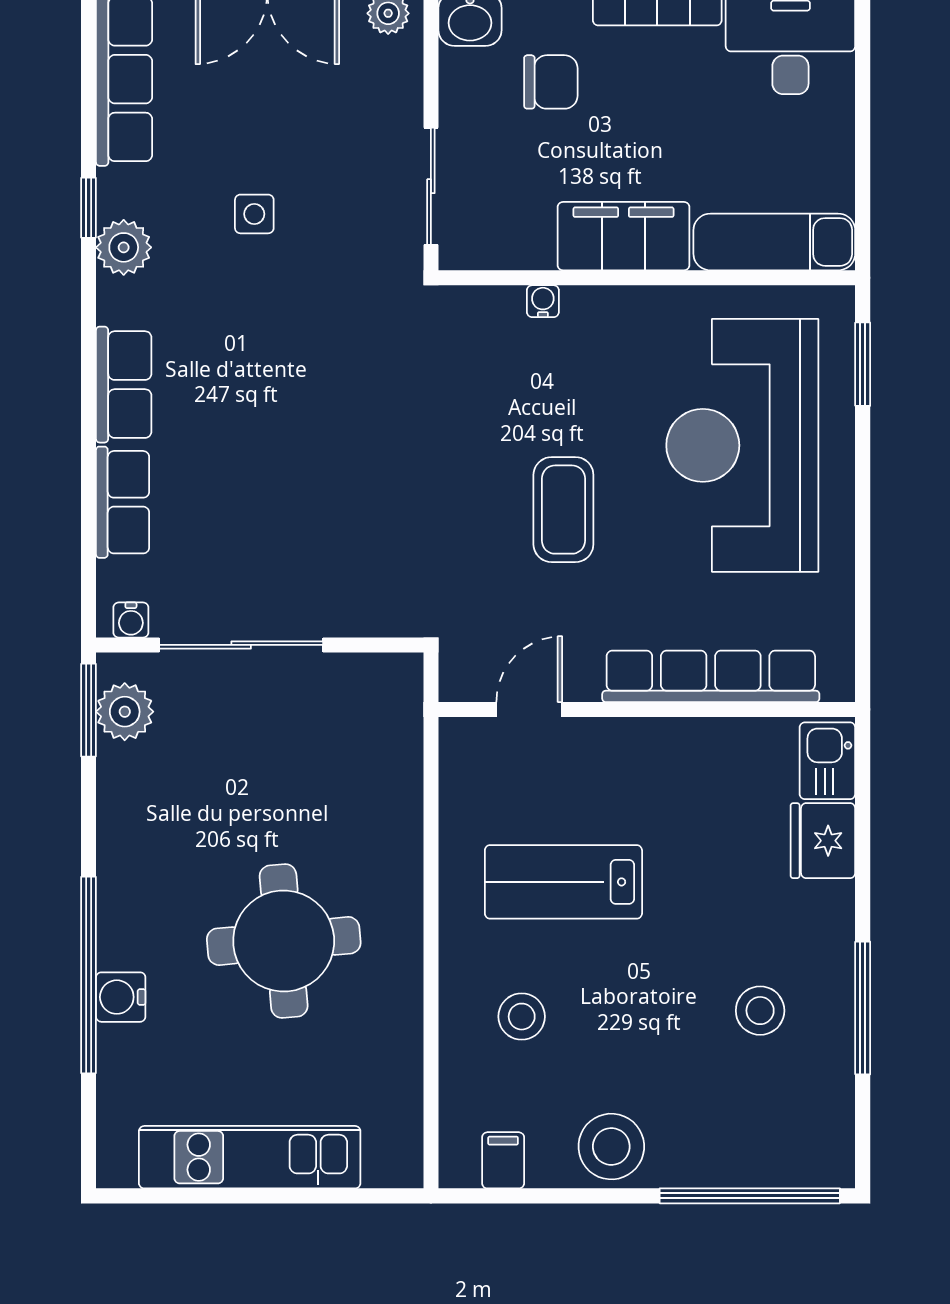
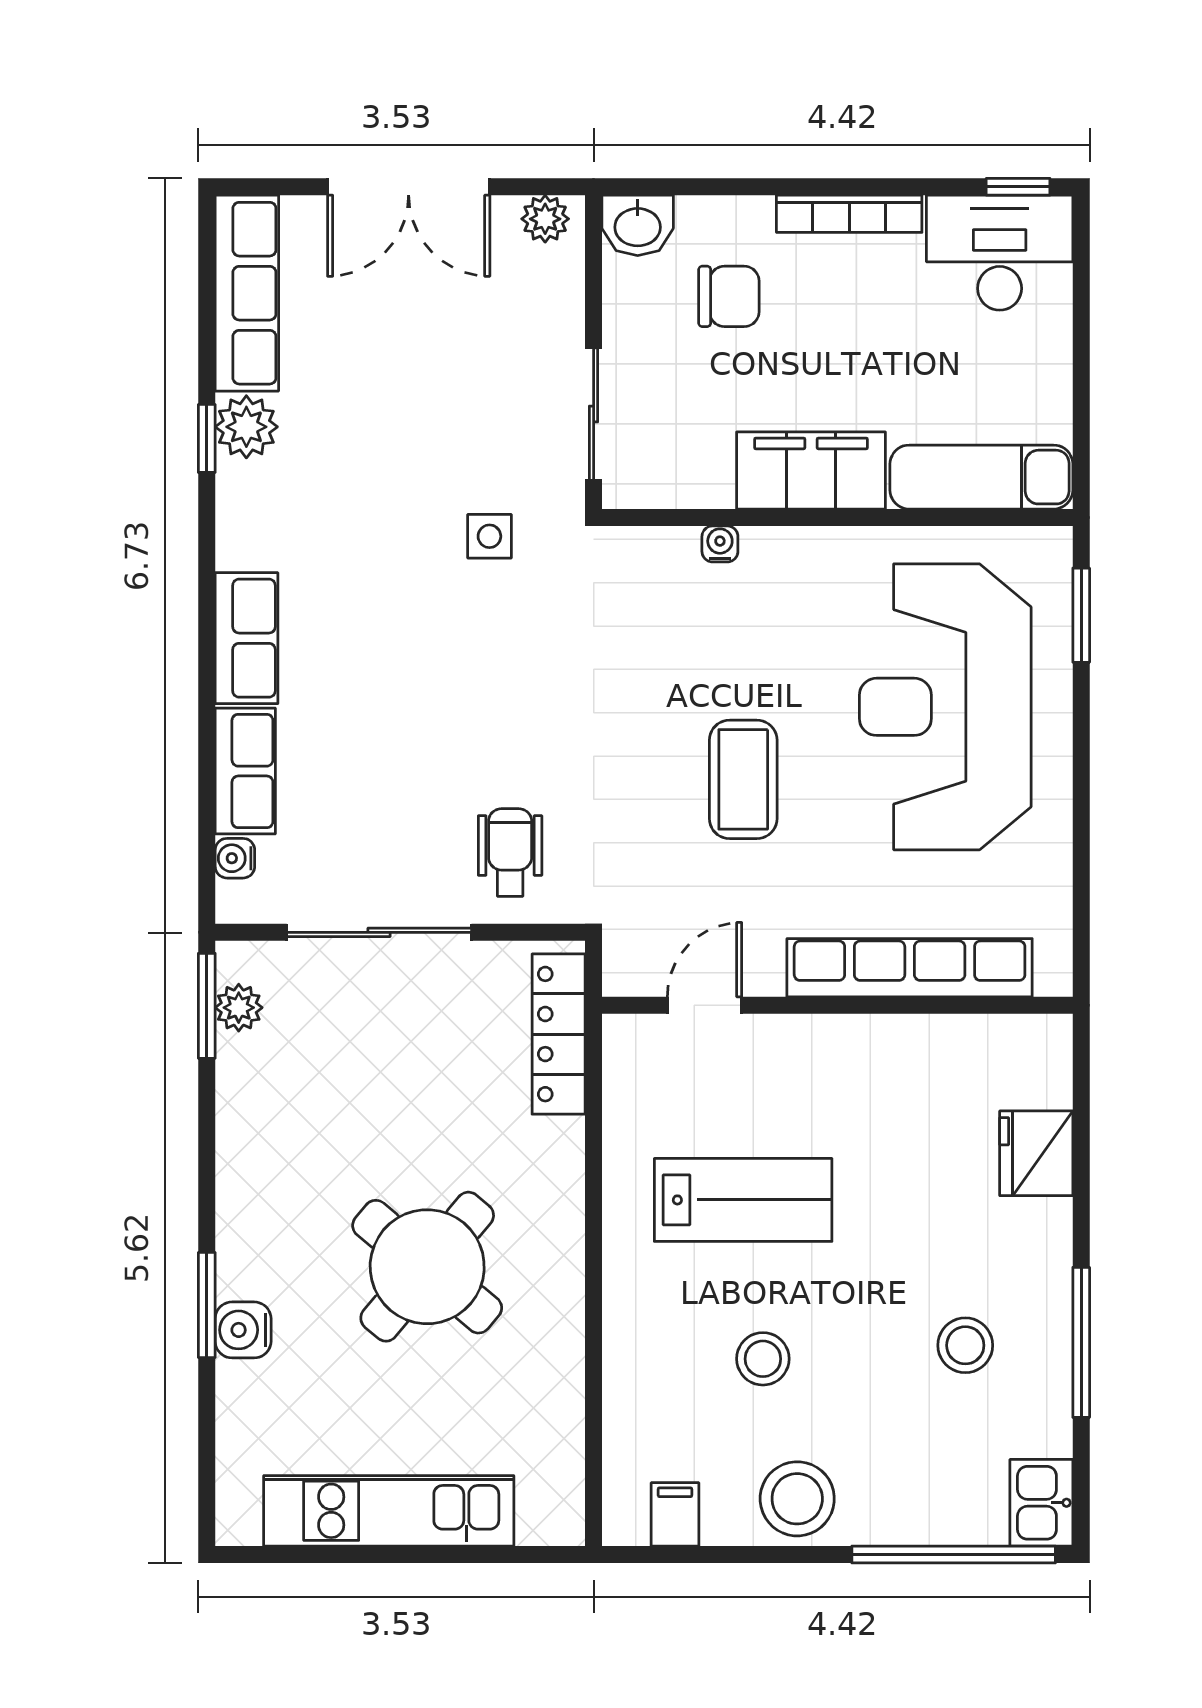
side table: (254, 214) -> (489, 536), moved
plant: (124, 247) -> (246, 427), moved
wheelchair: (357, 574) -> (510, 852), added
water cooler: (131, 620) -> (235, 858), moved, turned 90
plant: (125, 712) -> (239, 1008), width x0.73, depth x0.73
locker: (400, 735) -> (559, 1034), added
kitchen sink: (827, 761) -> (1041, 1503), moved
lab bench: (563, 882) -> (743, 1200), turned 180
round table: (284, 941) -> (427, 1267), turned 45
window: (89, 975) -> (207, 1305), width x0.47
stool: (522, 1017) -> (763, 1359), moved

